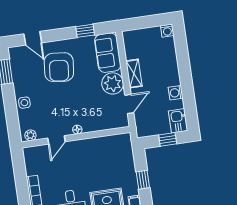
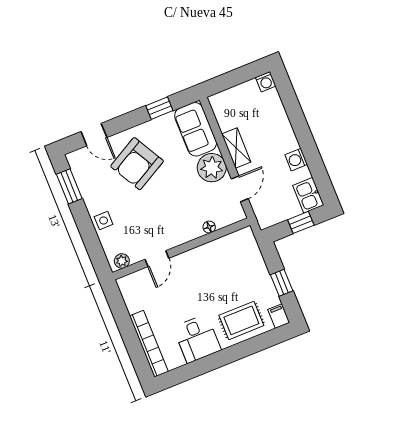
armchair: (59, 67) -> (137, 164), turned 55
floor lamp: (77, 130) -> (209, 227), moved

